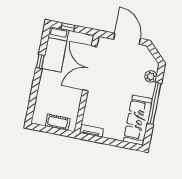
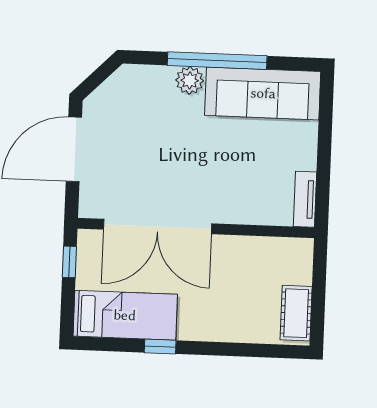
window: (68, 27) -> (69, 262), moved
plant: (151, 76) -> (190, 80), moved
cot: (58, 122) -> (296, 313), moved

